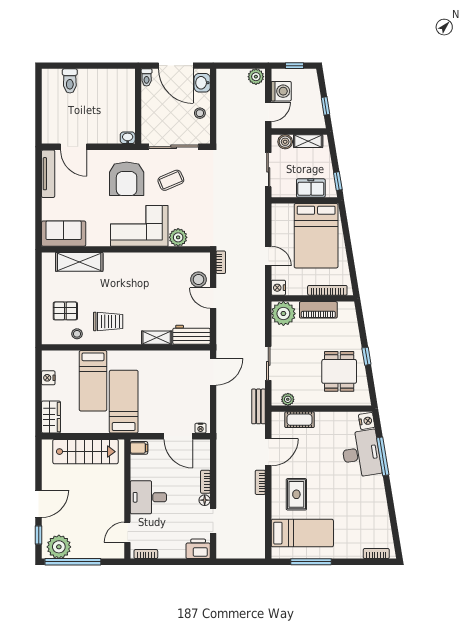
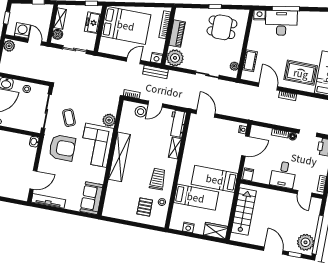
shelving: (79, 262) -> (119, 157), moved, width x1.47
bench: (258, 406) -> (155, 72), moved
rug: (296, 494) -> (301, 73), width x1.36, depth x1.43

